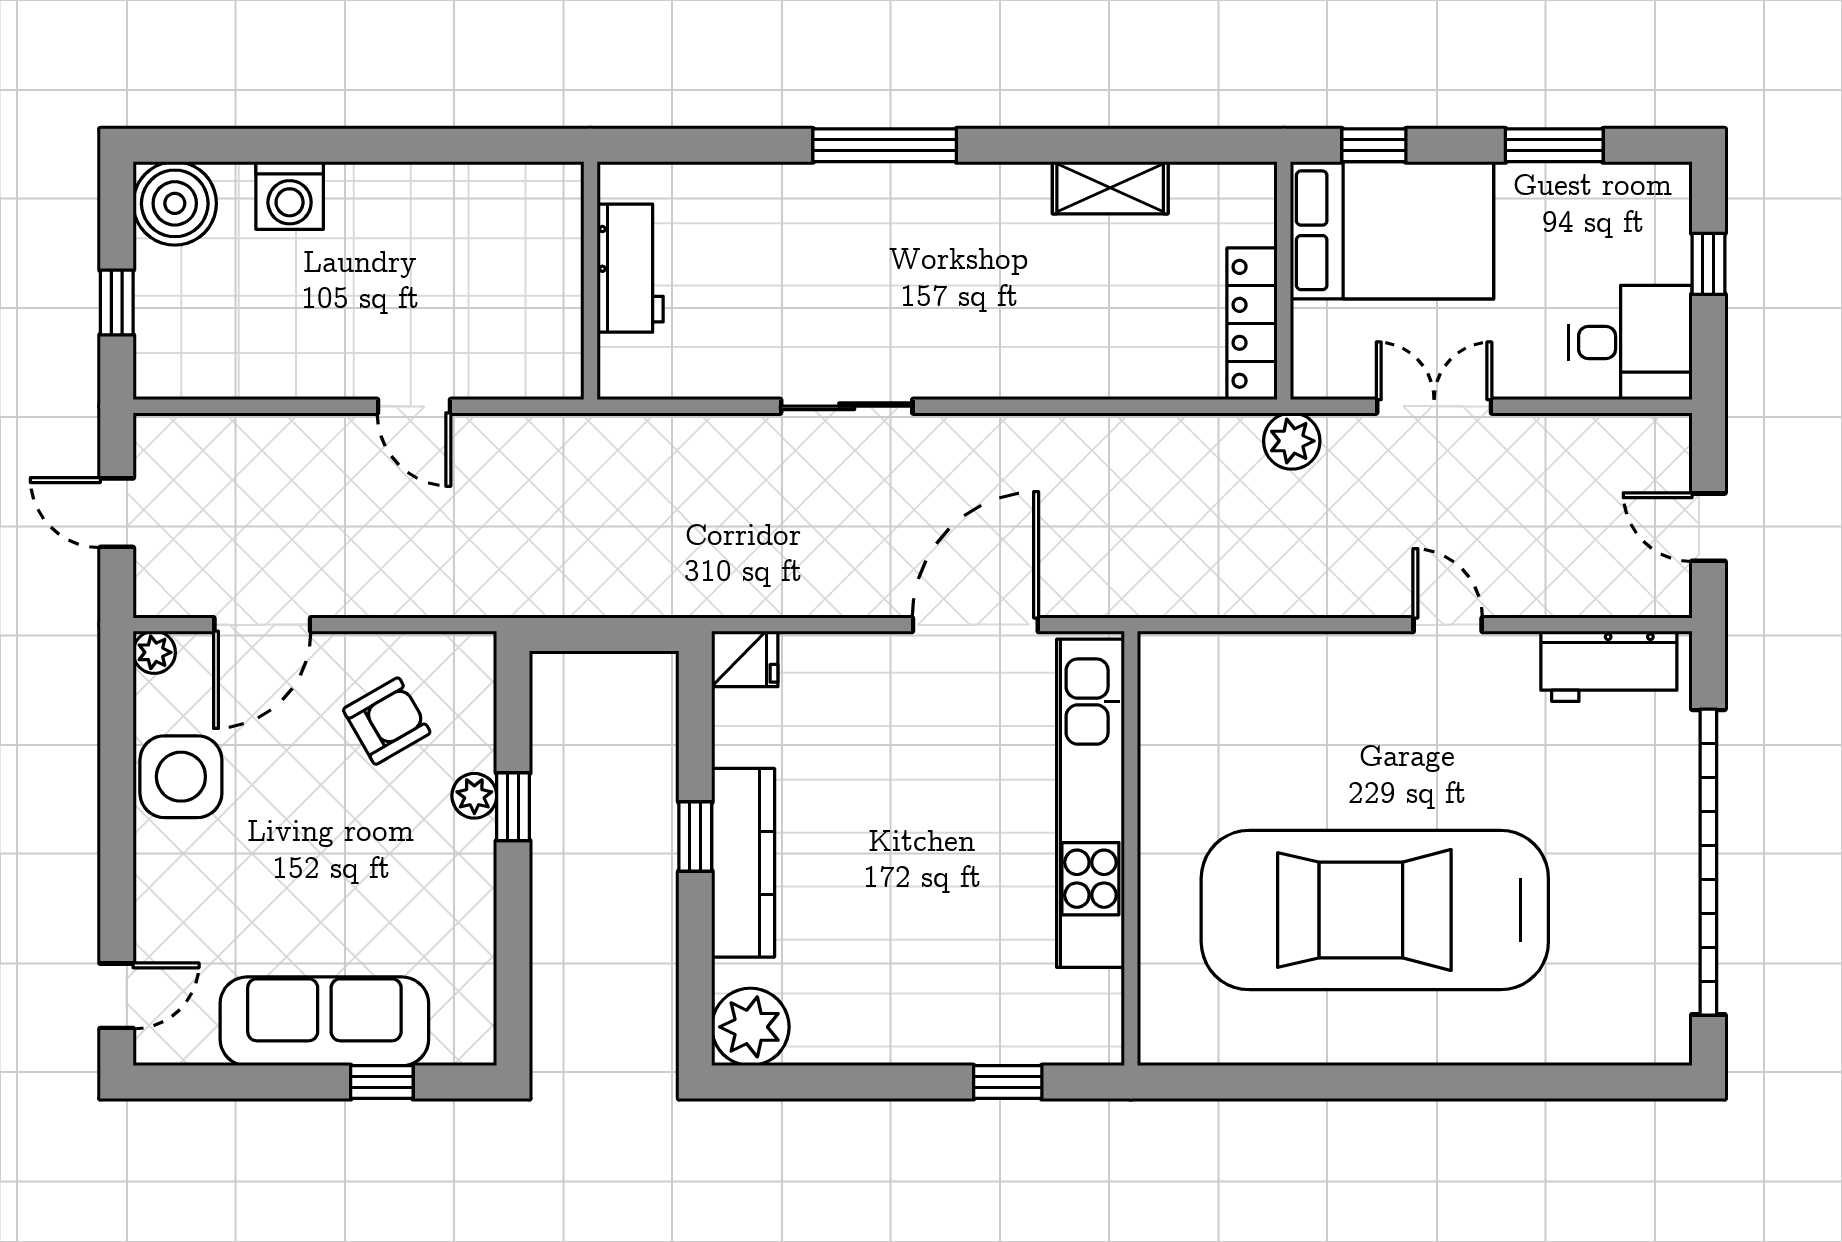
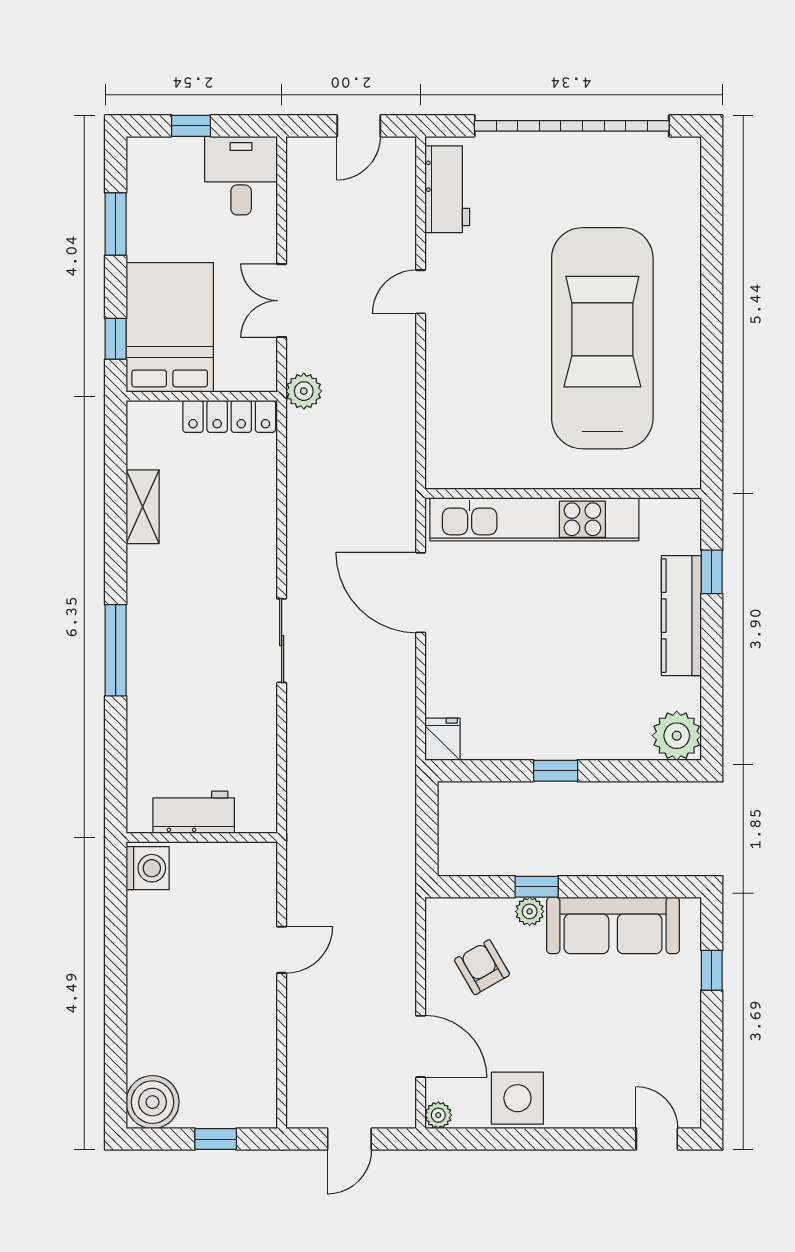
washing machine: (290, 196) -> (148, 868), moved
sliding door: (847, 406) -> (282, 641), moved
kitchen counter: (743, 863) -> (681, 616), moved, turned -90
car: (1375, 910) -> (602, 338), turned 180
sofa: (324, 1021) -> (613, 925), moved, turned -90

